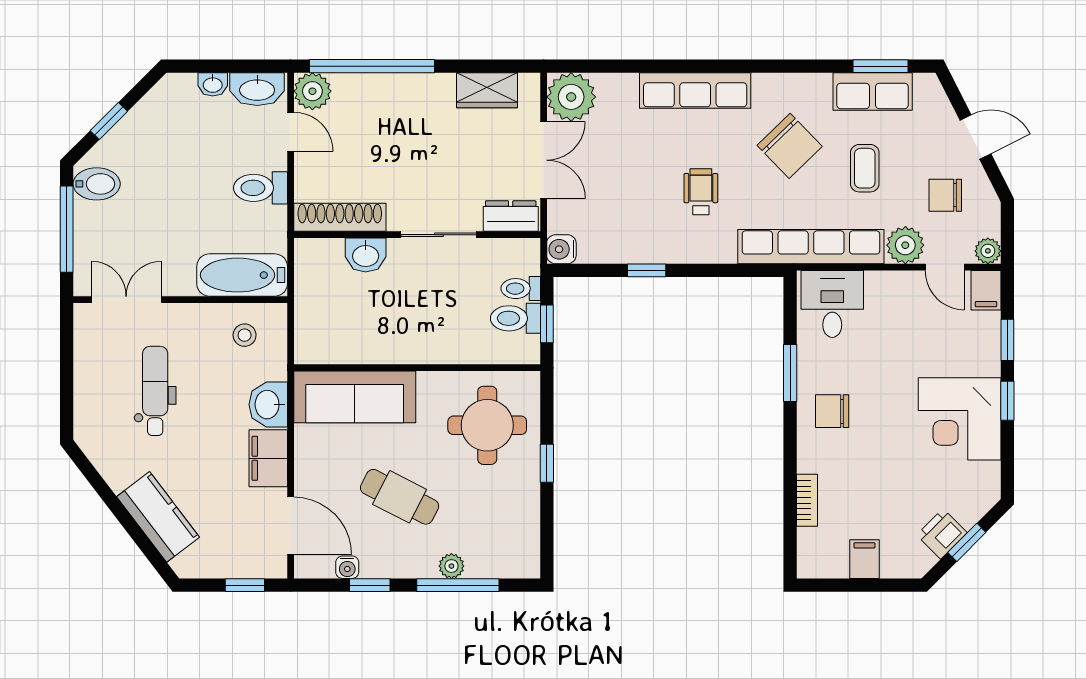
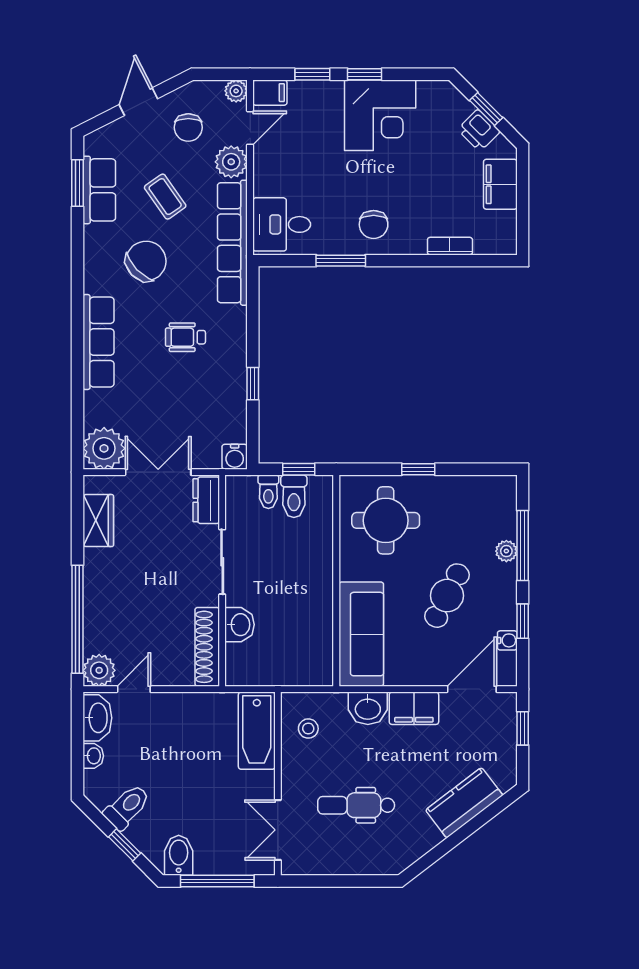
coffee table: (865, 168) -> (165, 197), turned 55
toilet: (260, 188) -> (127, 807), moved, turned -135
filing cabinet: (864, 559) -> (500, 184), width x2.00

